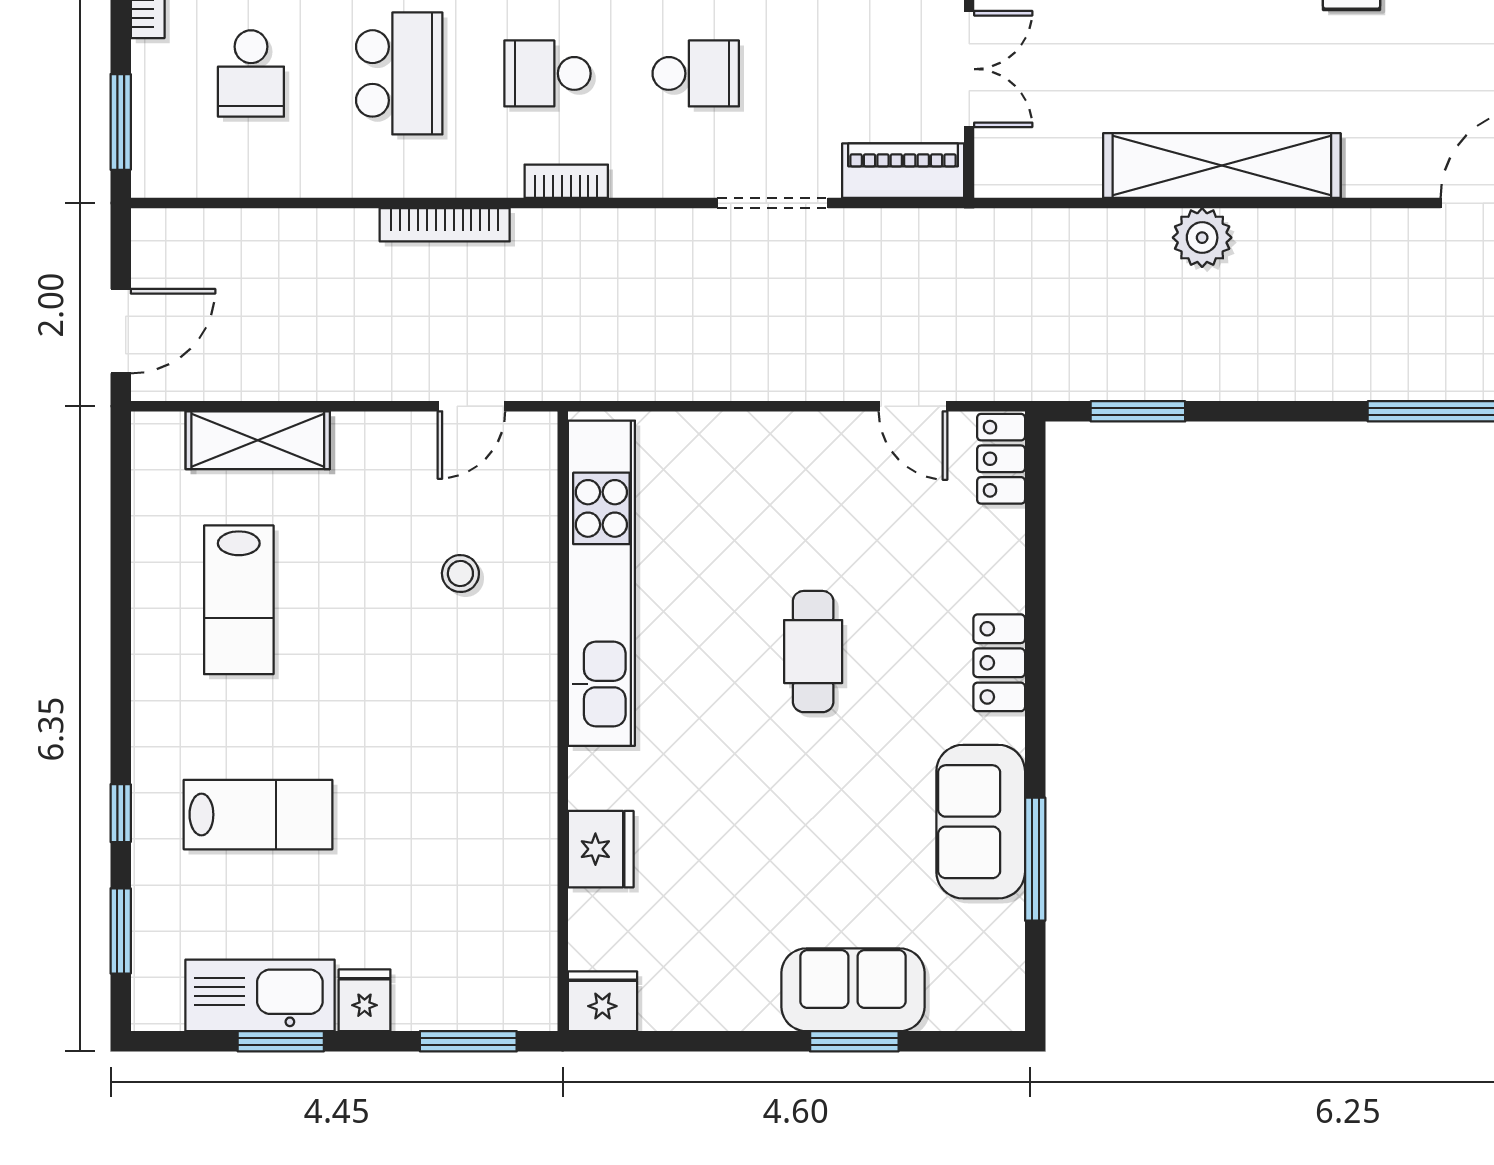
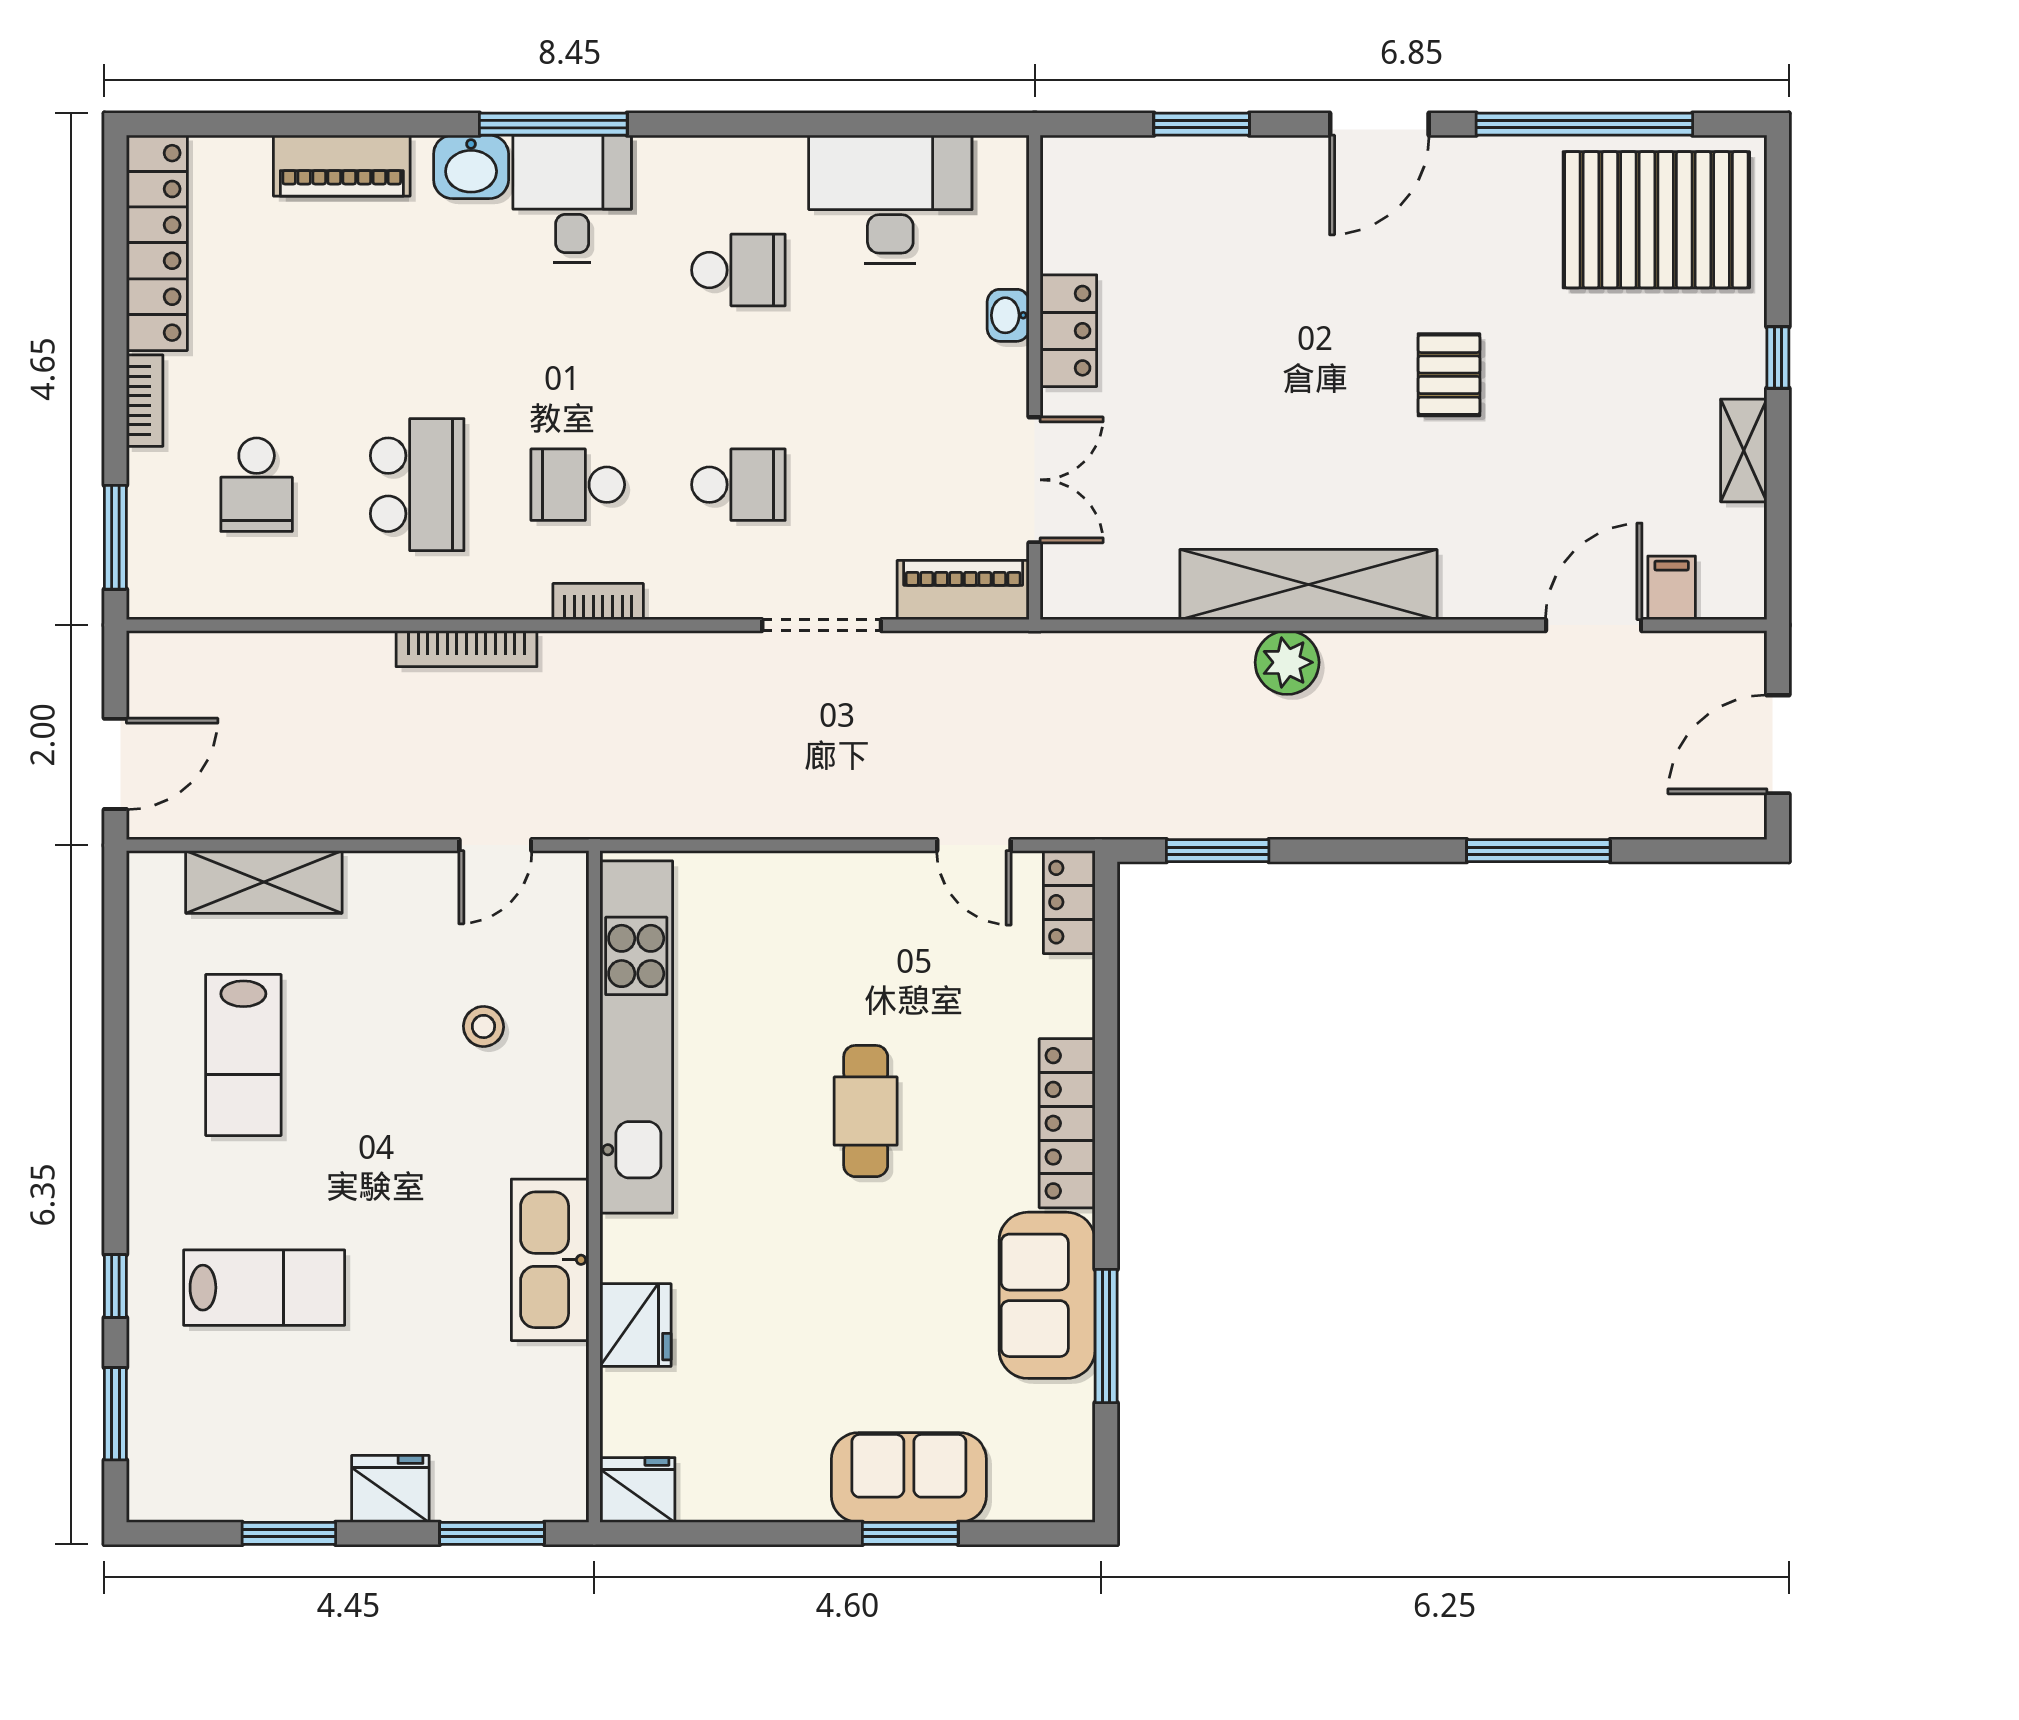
locker: (999, 663) -> (1067, 1123), width x1.53
kitchen sink: (260, 995) -> (550, 1260), moved, turned -90
fridge: (365, 1000) -> (390, 1489), width x1.38

